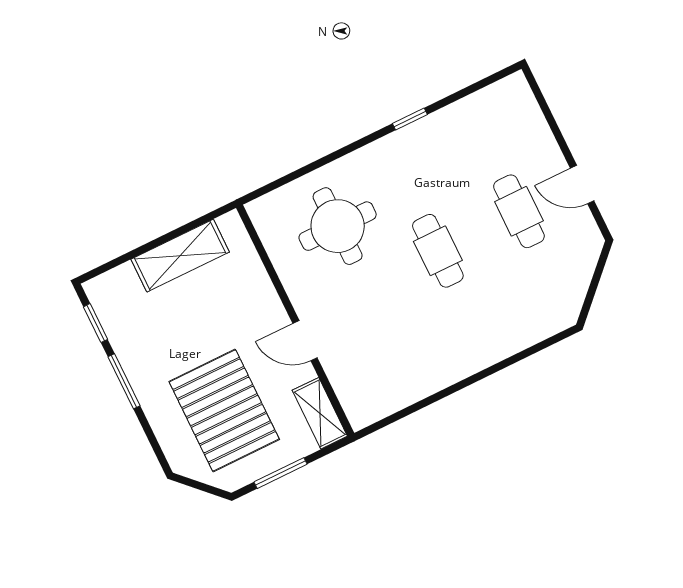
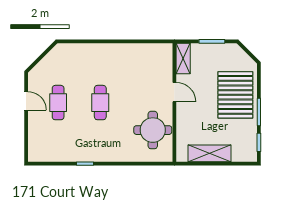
round table: (338, 226) -> (153, 130), moved
pallet: (224, 410) -> (235, 95), moved

